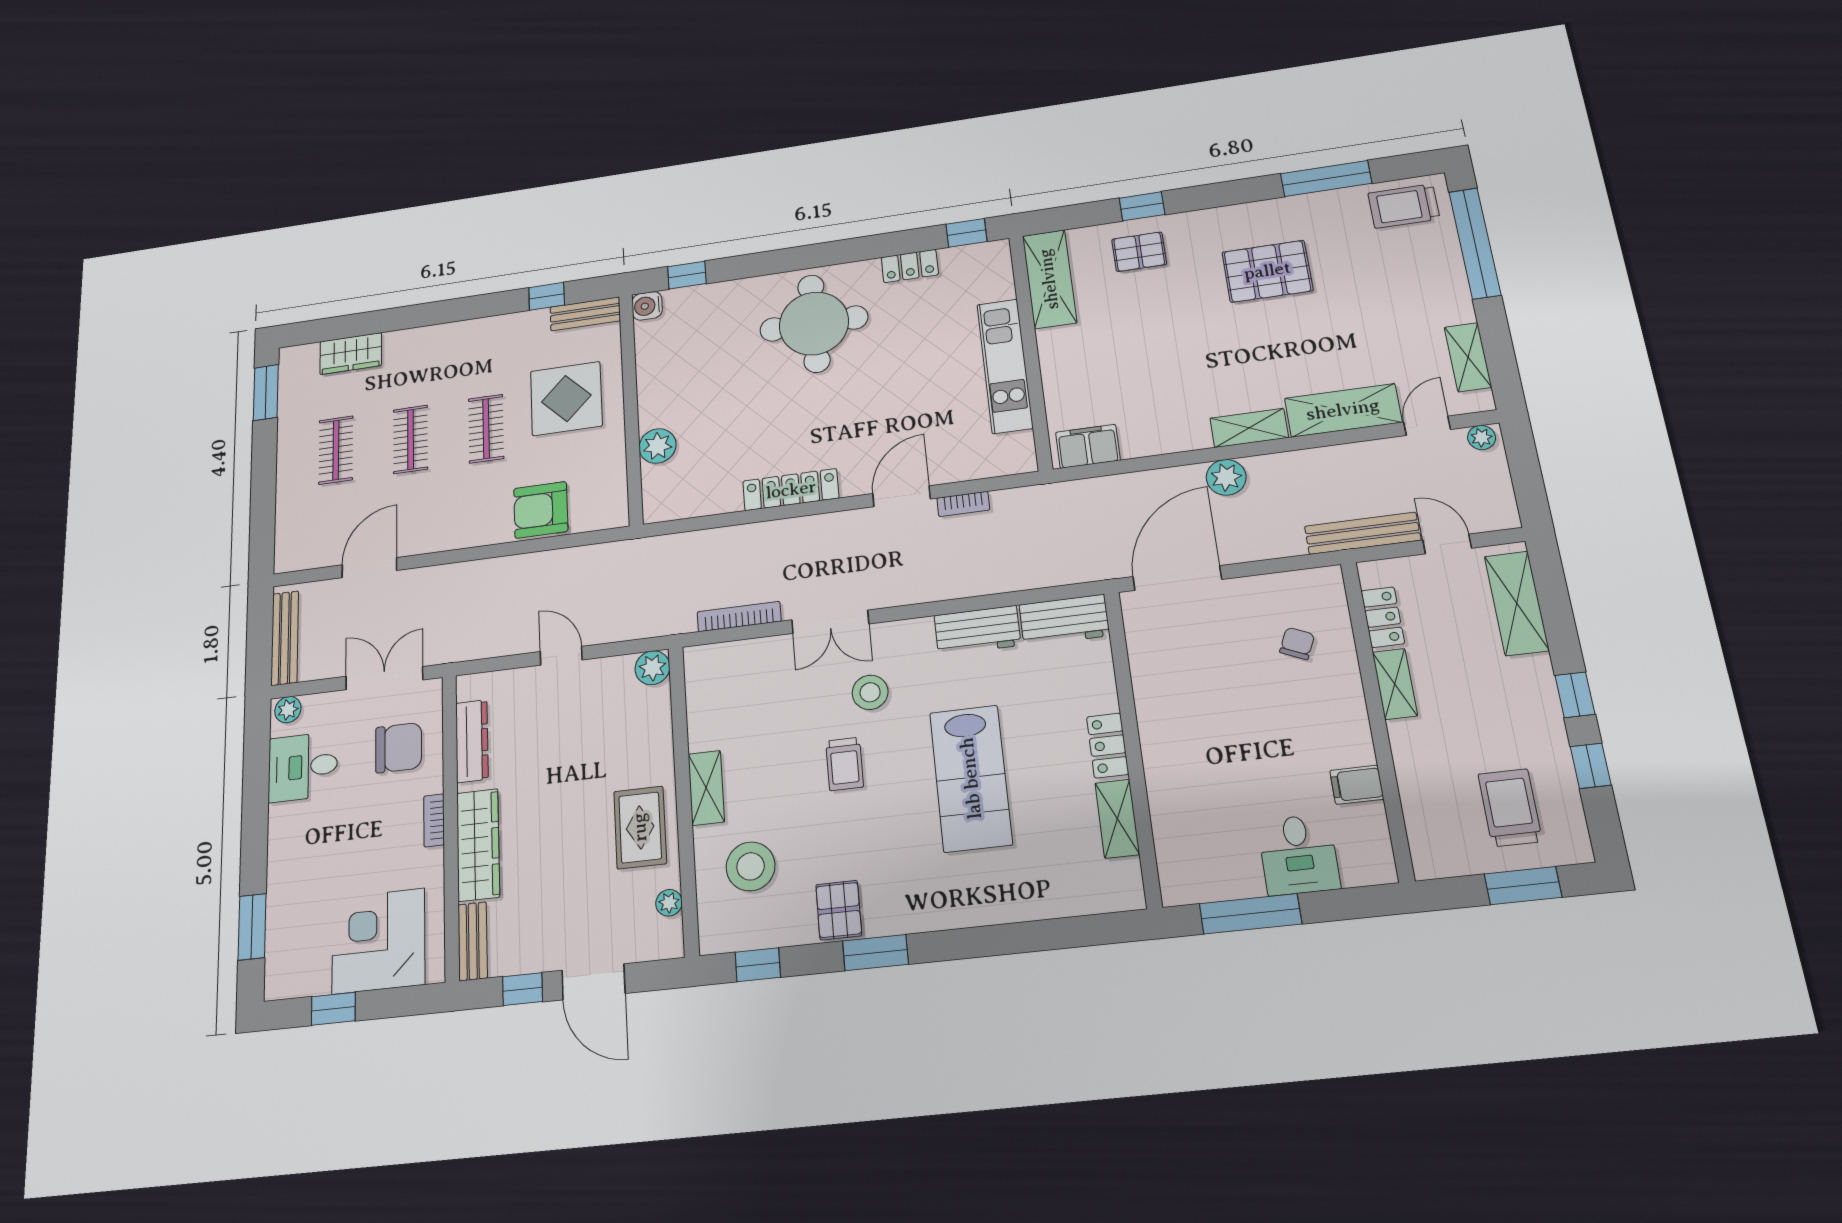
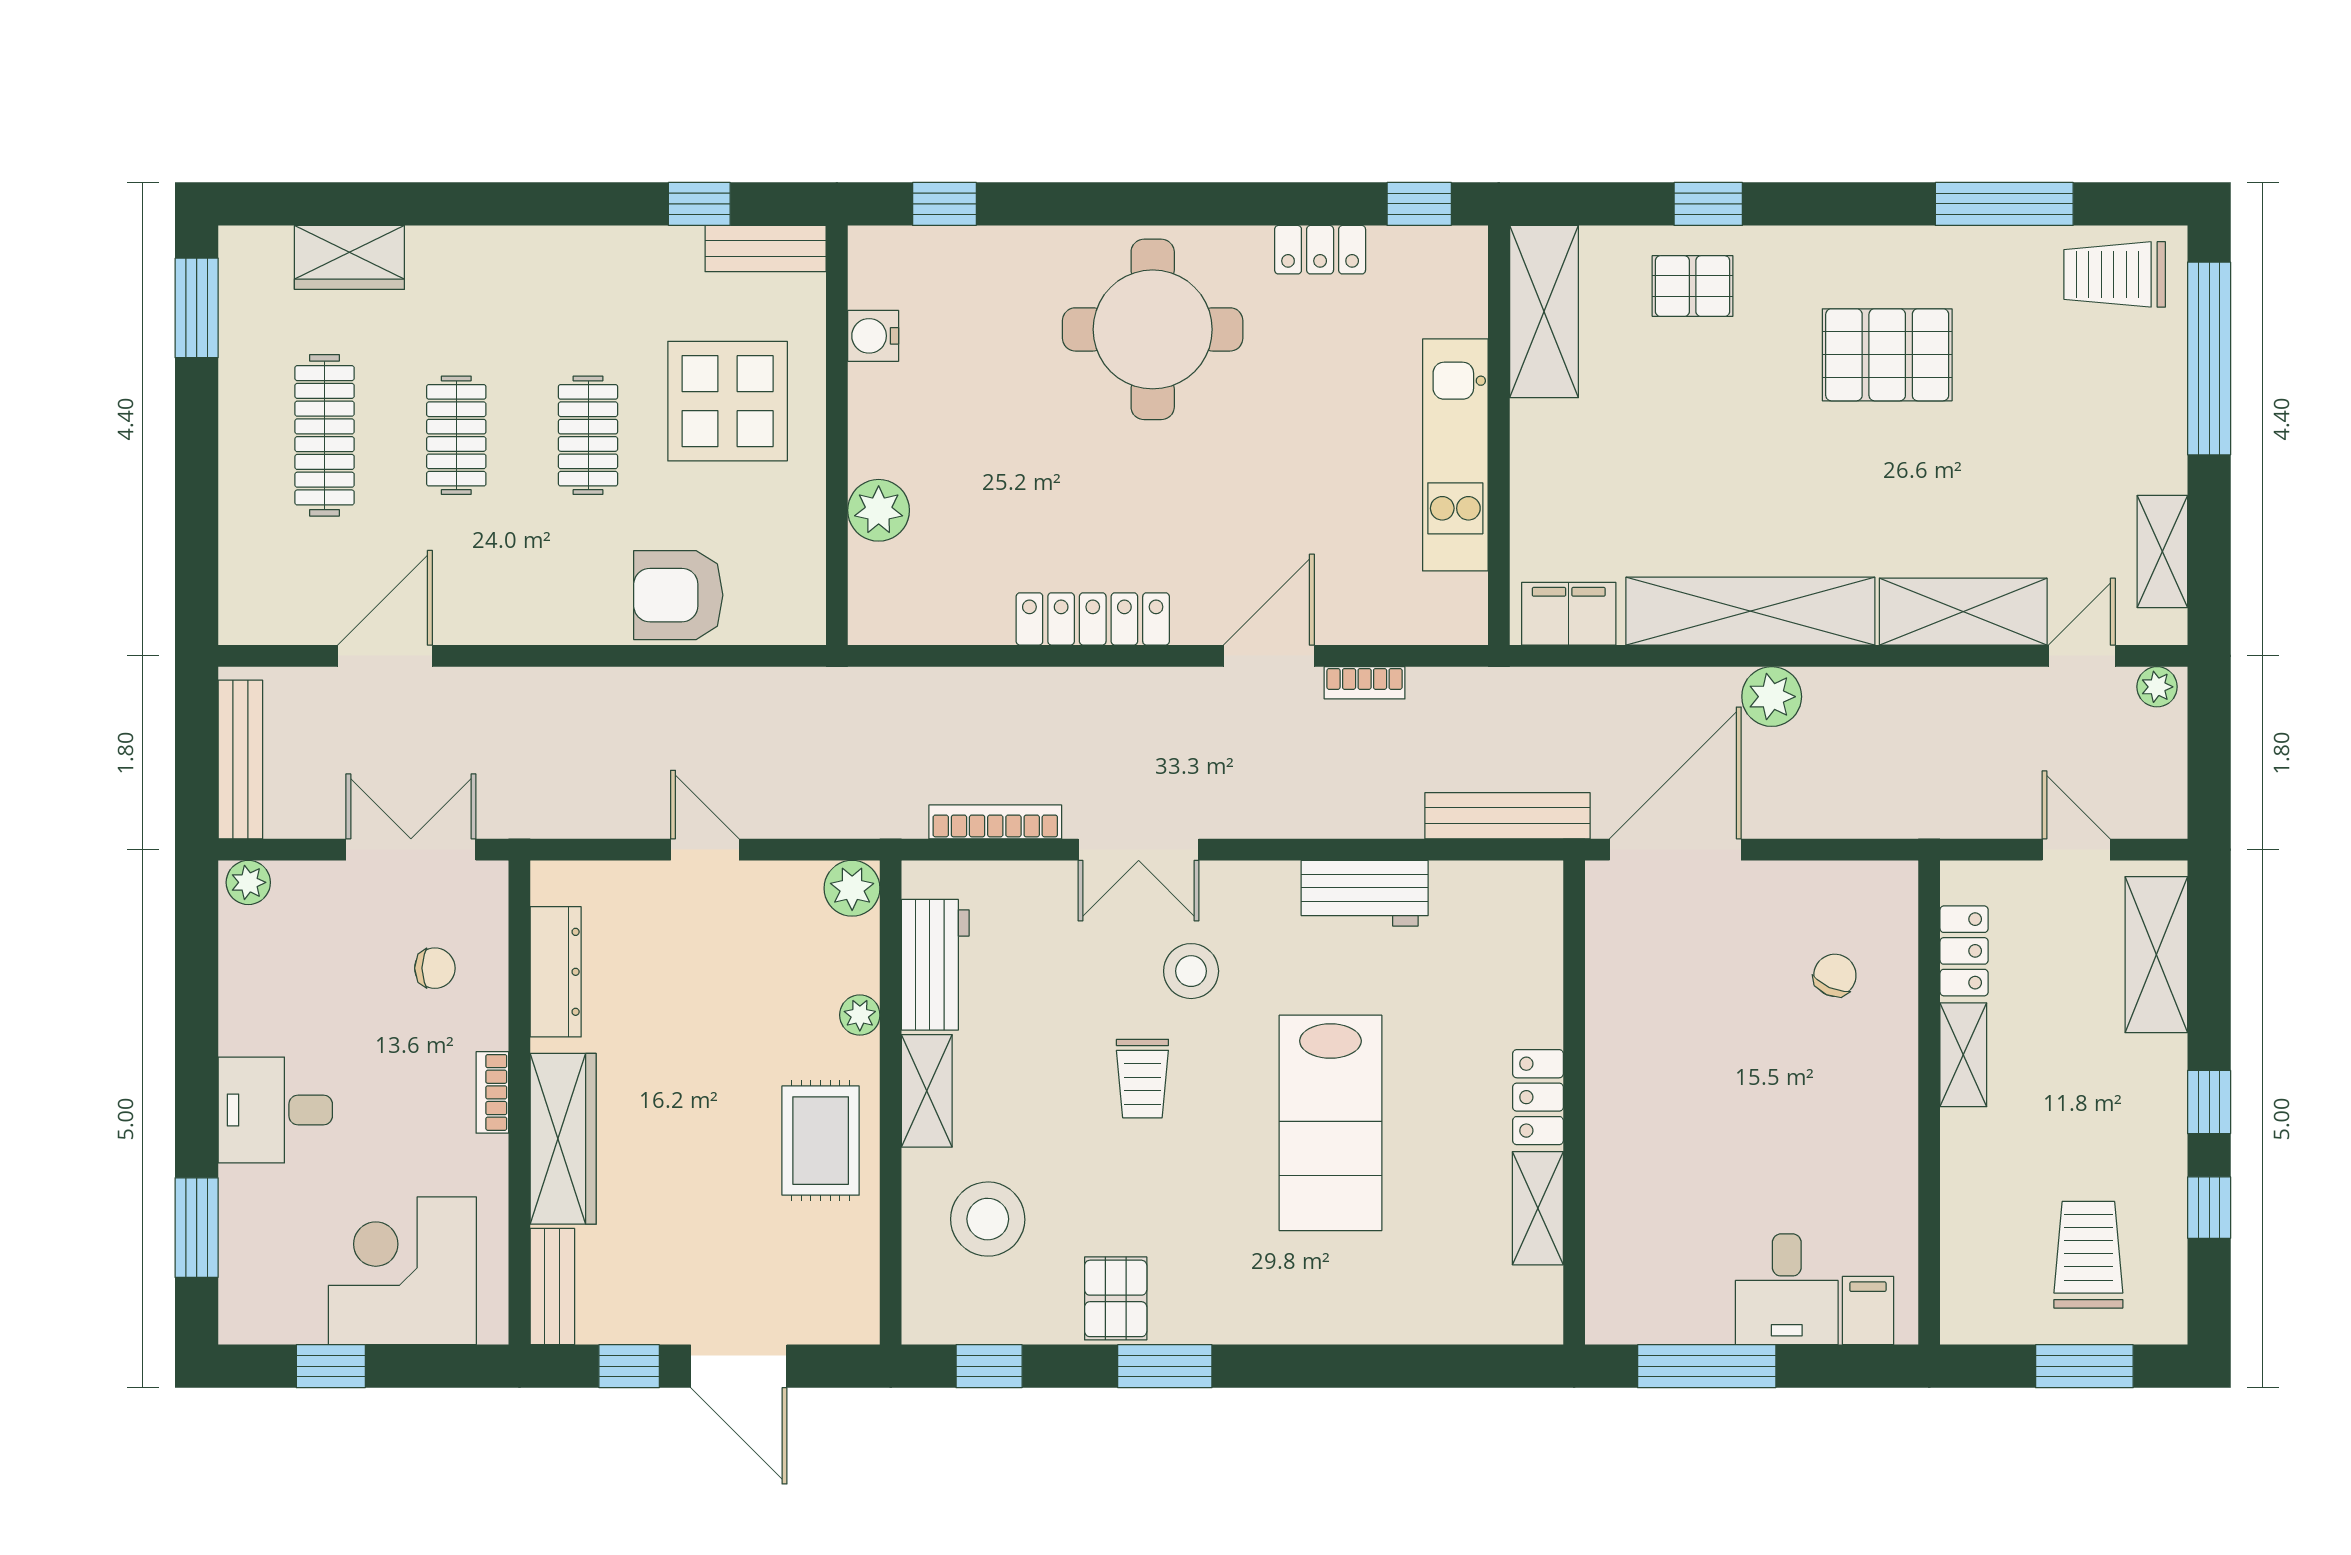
water cooler: (647, 306) -> (873, 336), moved
shelving: (1249, 428) -> (1750, 611), width x2.20, depth x1.33
clothes rail: (336, 450) -> (325, 435), width x1.36
bench: (1363, 533) -> (1508, 816), moved
workbench: (1064, 620) -> (935, 965), moved, turned -90
chair: (399, 748) -> (435, 968), width x0.54, depth x0.54
desk: (303, 767) -> (275, 1110), moved
filing cabinet: (1357, 785) -> (1868, 1311), moved, turned 90
plant: (669, 903) -> (860, 1015), moved

